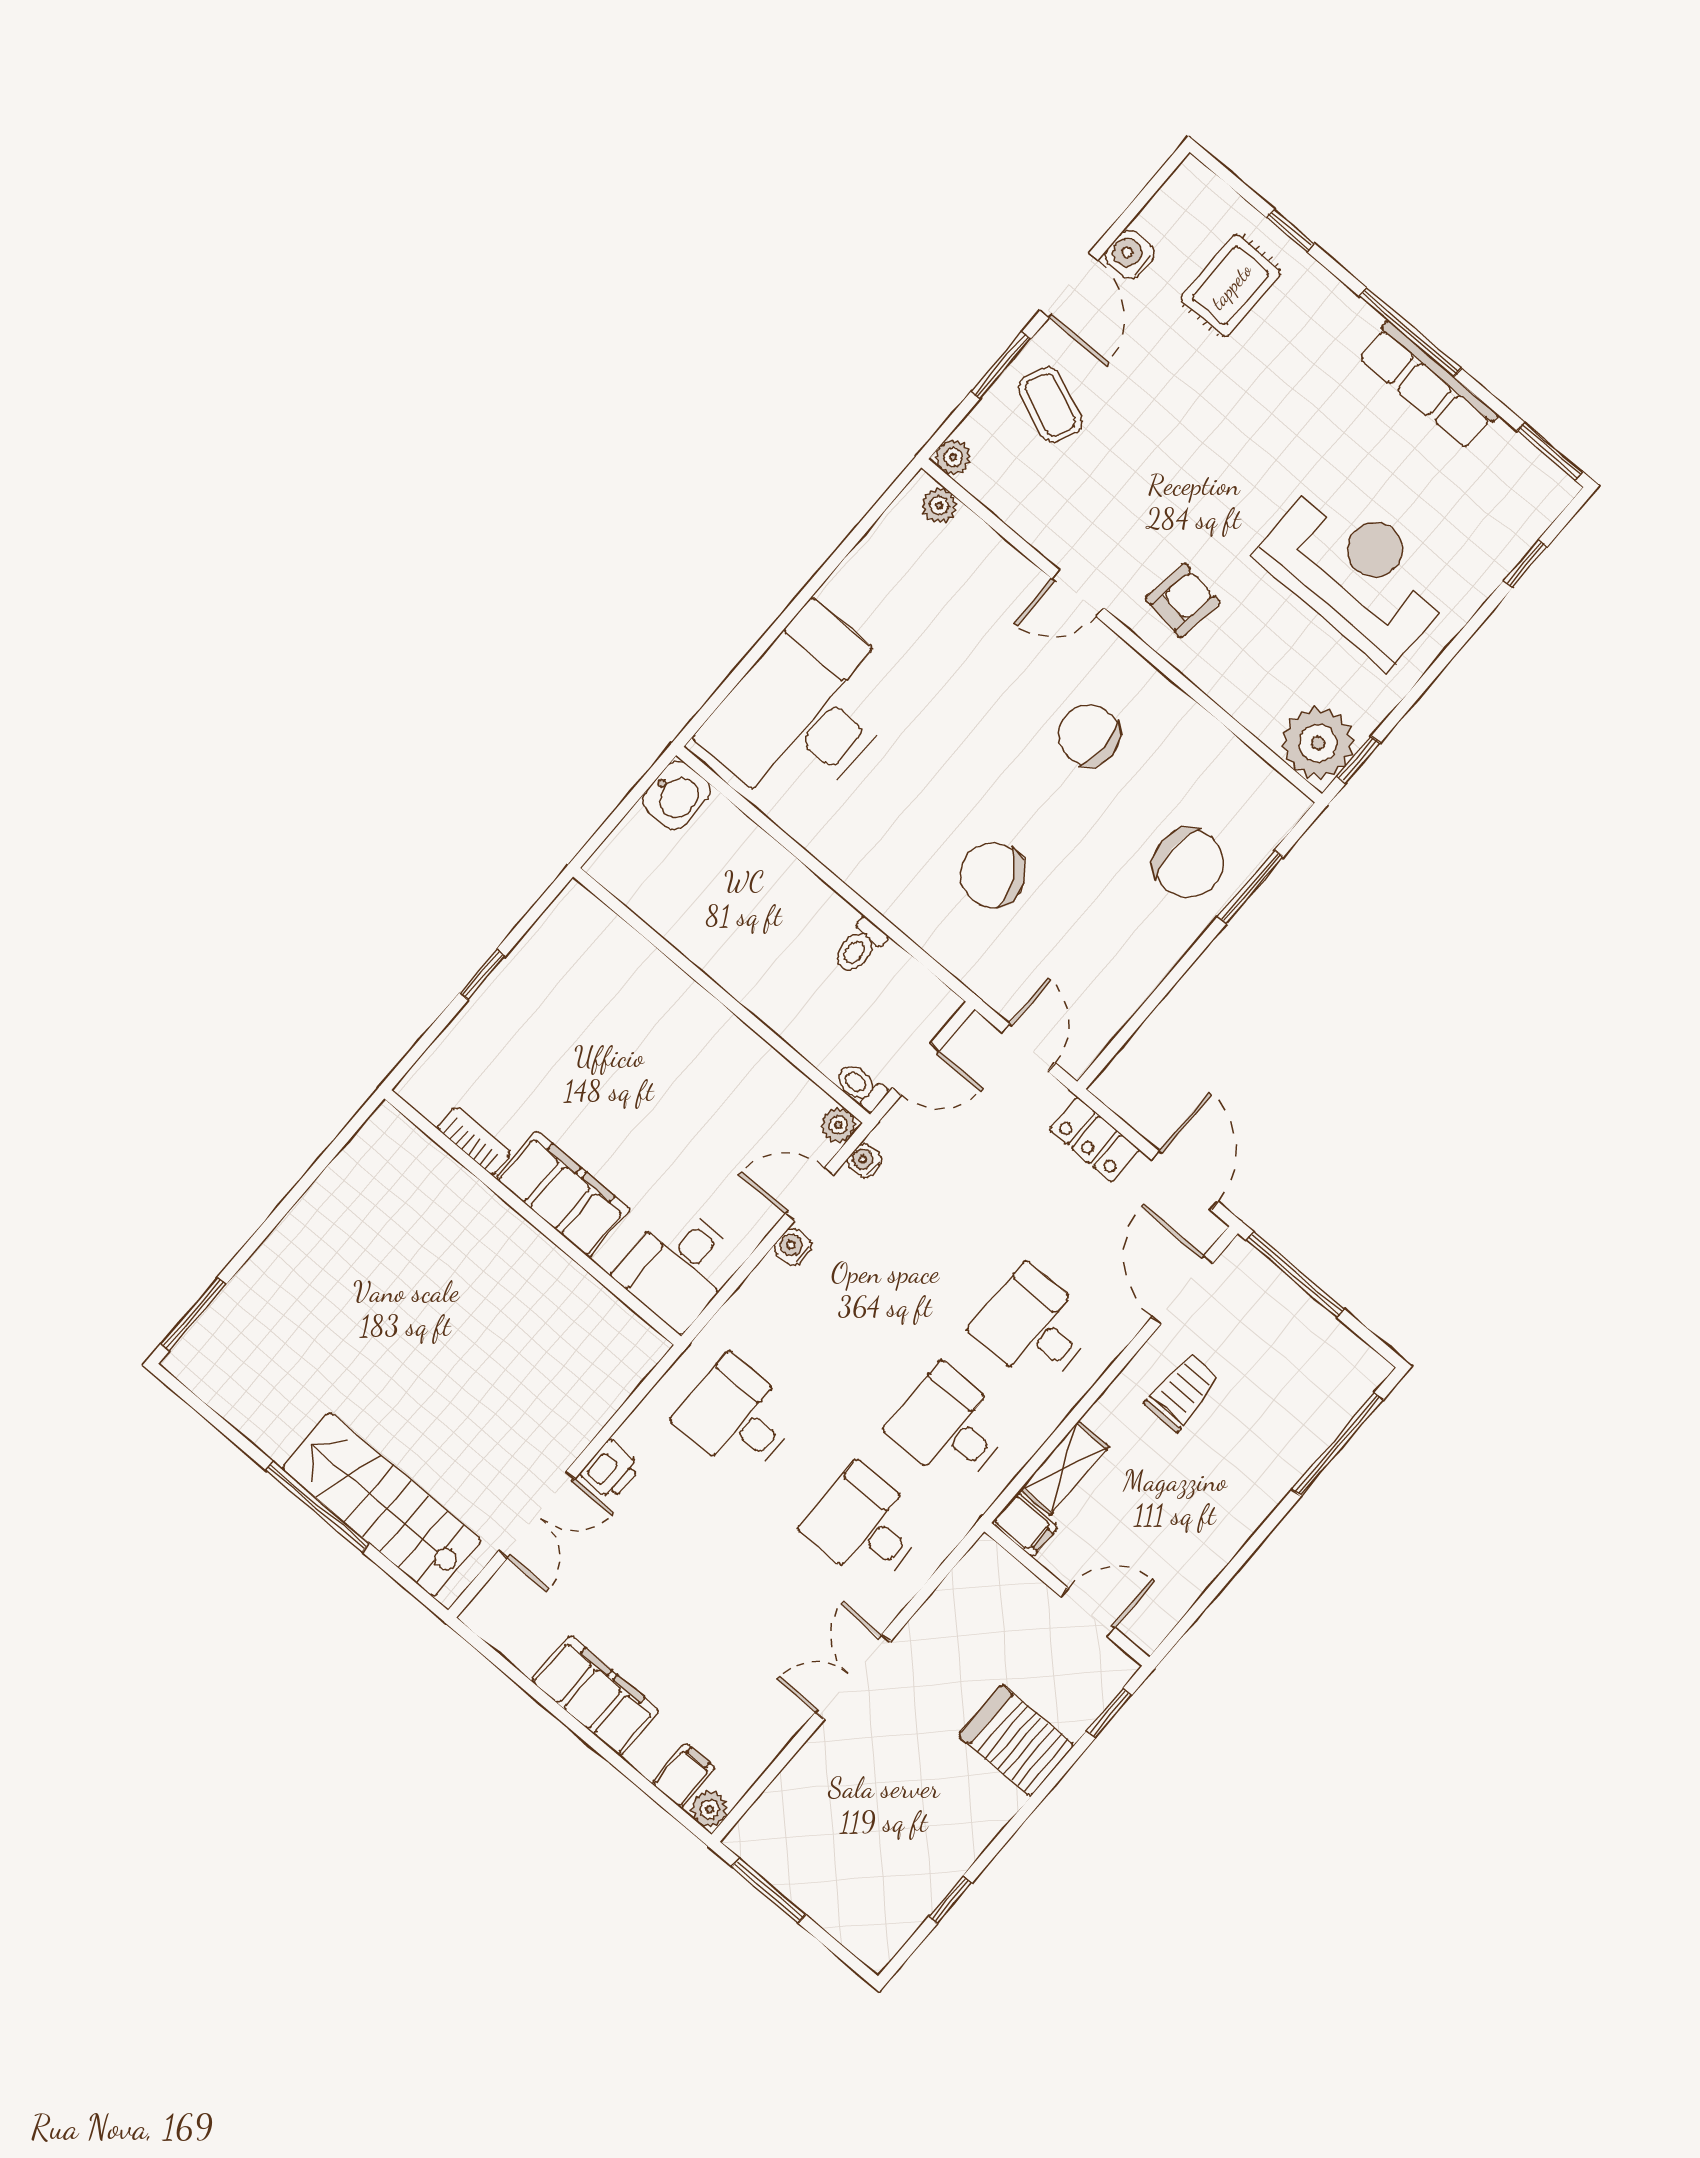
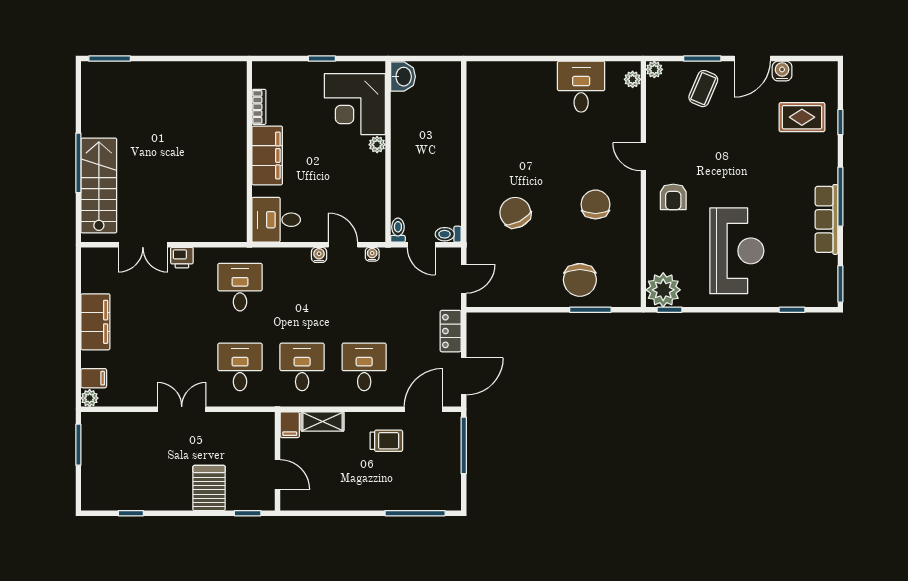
armchair: (1183, 600) -> (673, 197), turned 82
desk: (804, 712) -> (581, 87), moved, width x0.53, depth x0.77
washbasin: (676, 795) -> (403, 77), moved, turned -90
toilet: (859, 946) -> (448, 234), moved
corner desk: (600, 984) -> (355, 104), added
plant: (838, 1125) -> (377, 145), moved

